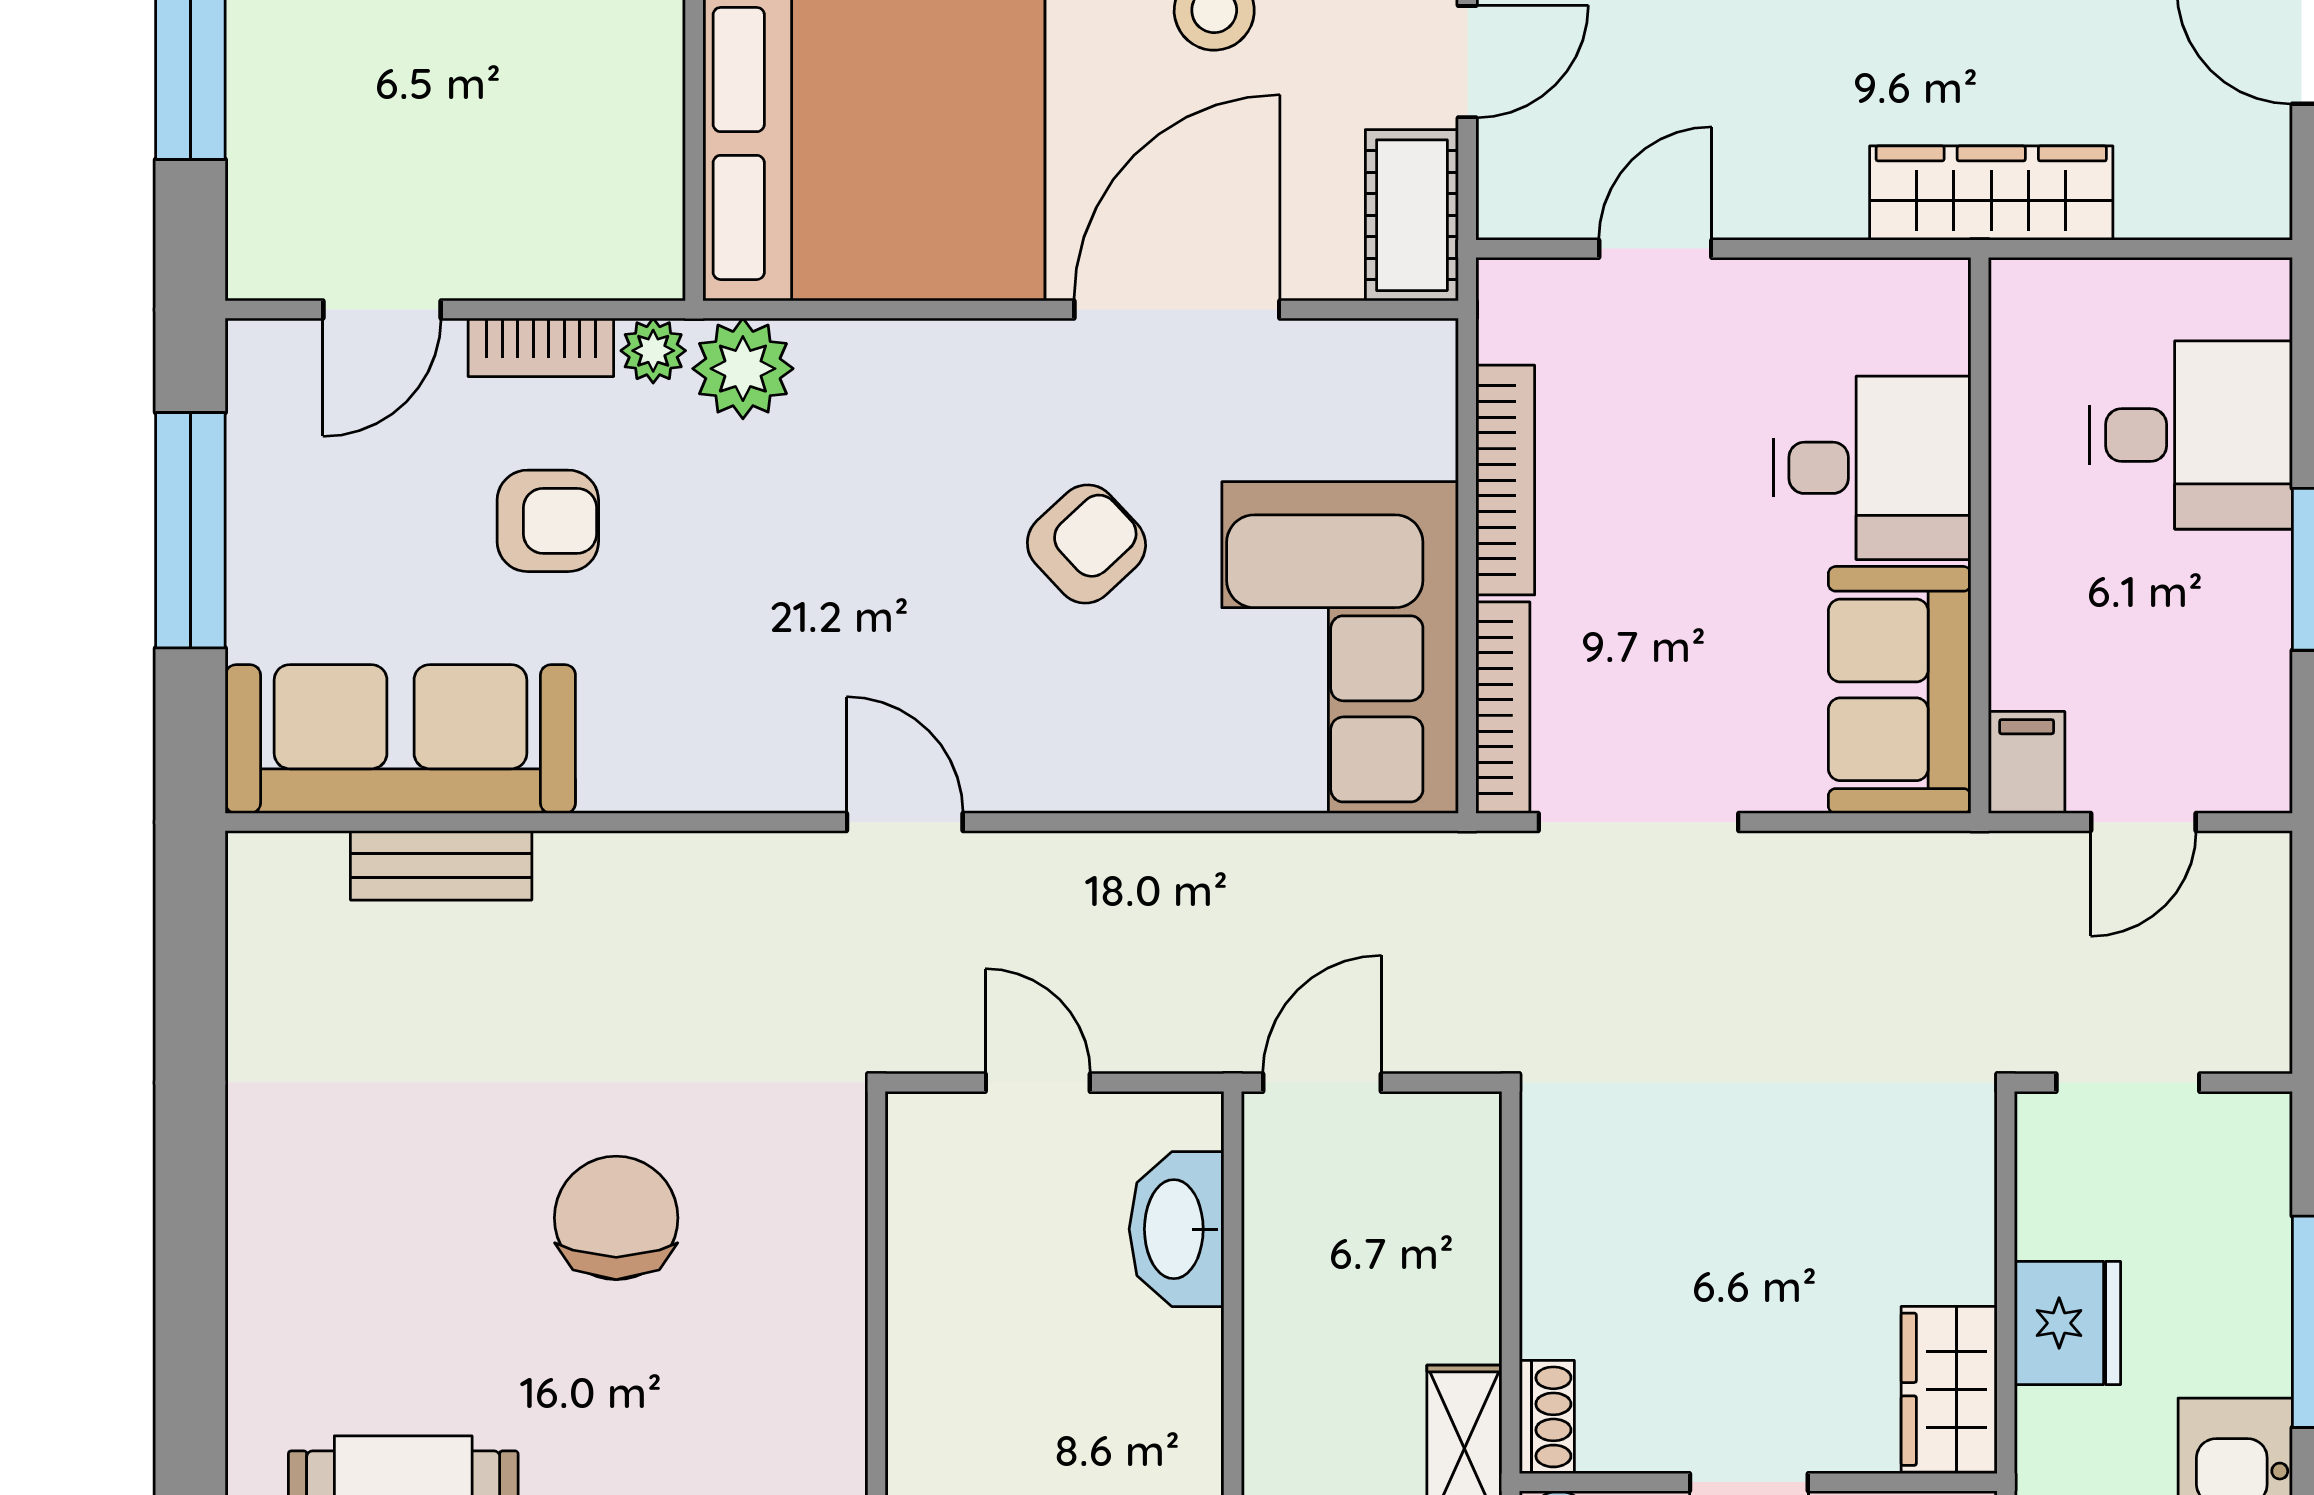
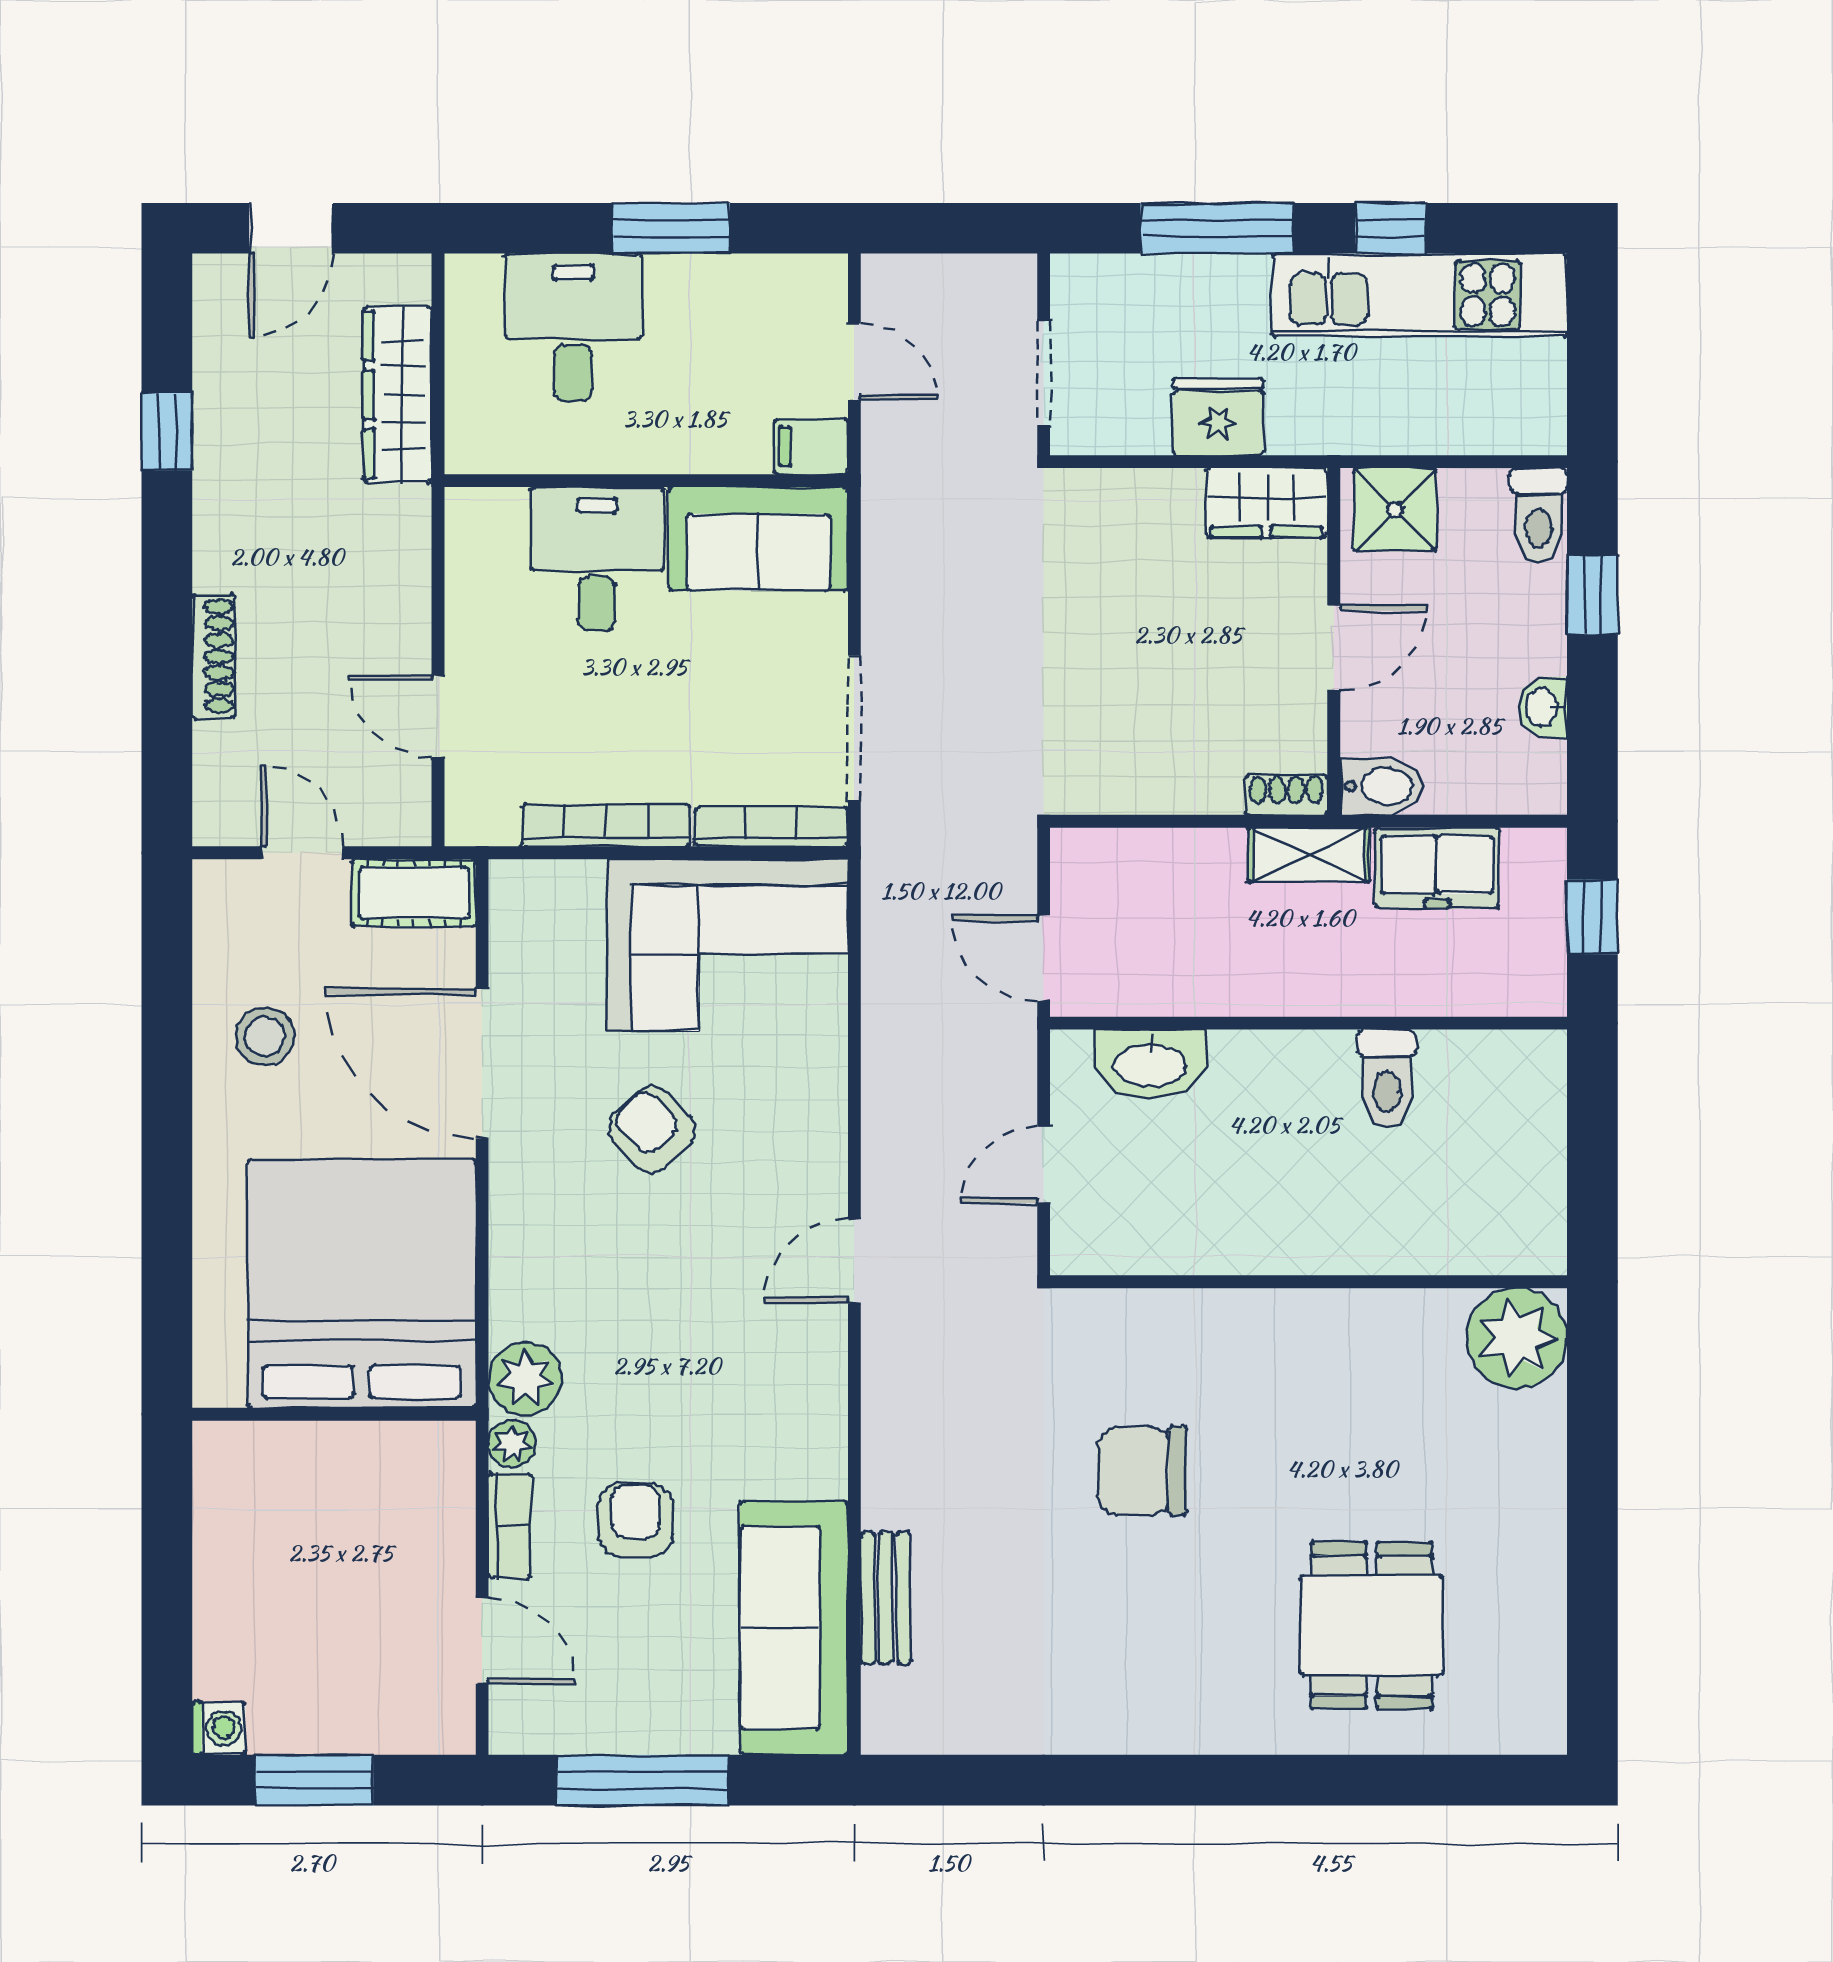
wardrobe: (1991, 193) -> (398, 395), moved

